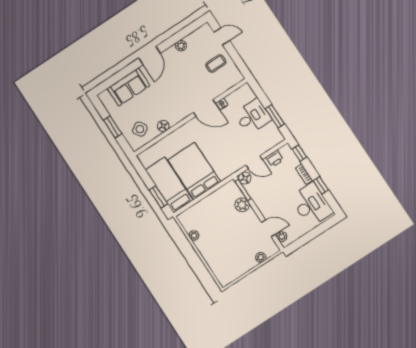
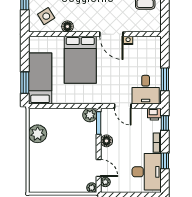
desk: (253, 116) -> (146, 90), moved, turned 90
printer: (275, 159) -> (154, 114), moved
bed: (194, 171) -> (80, 60), moved, turned 180
floor lamp: (245, 178) -> (106, 141), moved
plant: (242, 205) -> (90, 115), moved
plant: (194, 236) -> (38, 134), width x1.88, depth x1.88
plant: (261, 257) -> (92, 188), moved

